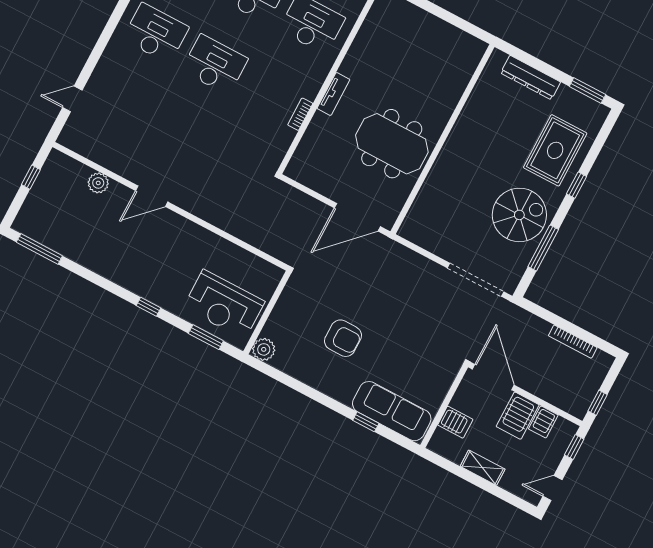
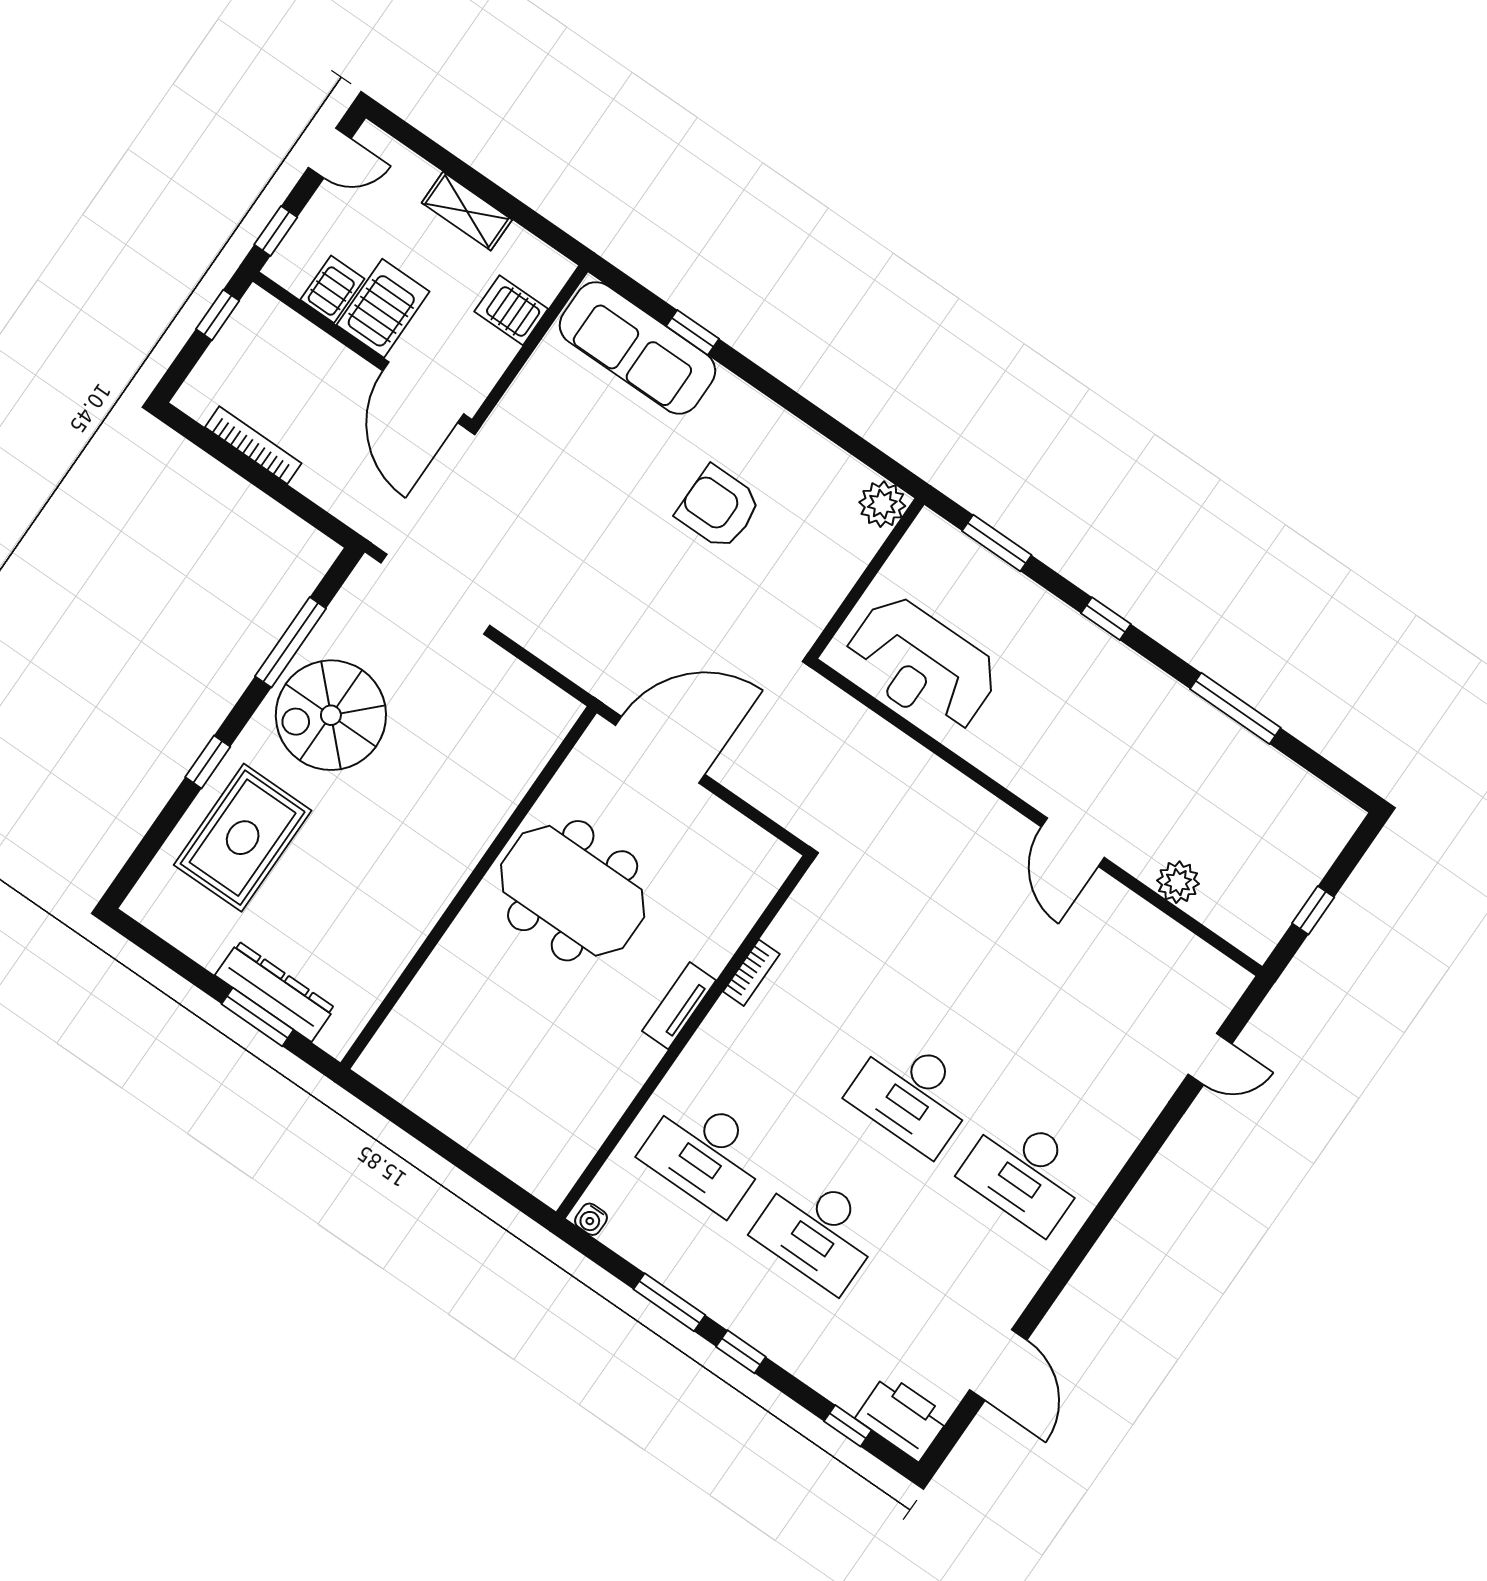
window: (587, 90) -> (257, 1017), moved
door: (152, 196) -> (1073, 842), swing flipped
window: (39, 249) -> (1235, 708), moved
reception desk: (224, 304) -> (922, 665), moved, turned 180

